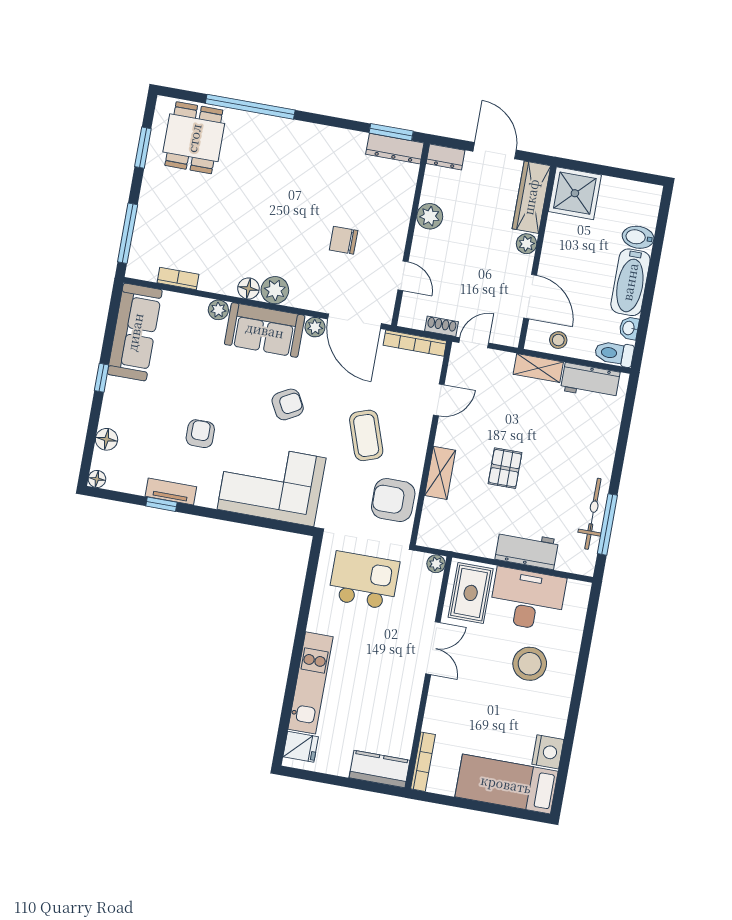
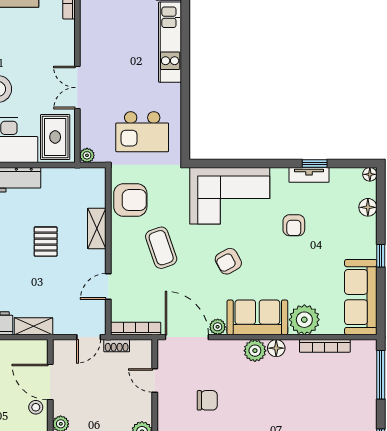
bookcase: (178, 279) -> (325, 346), width x1.56
plant: (218, 310) -> (304, 320), width x1.88, depth x1.88
stool: (558, 340) -> (36, 407), moved

